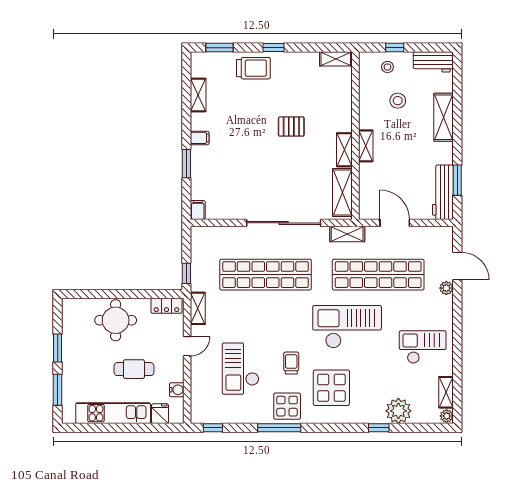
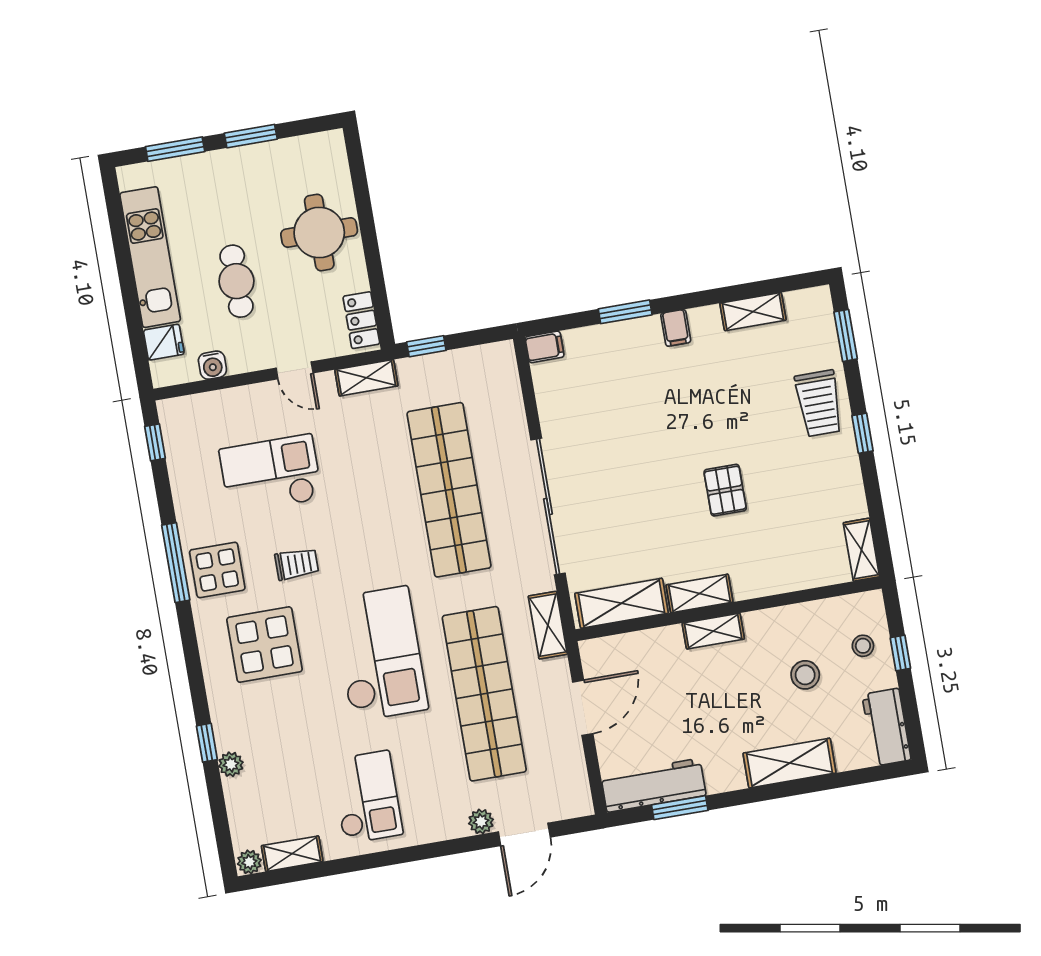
plant: (398, 411) -> (231, 764), width x0.53, depth x0.53

